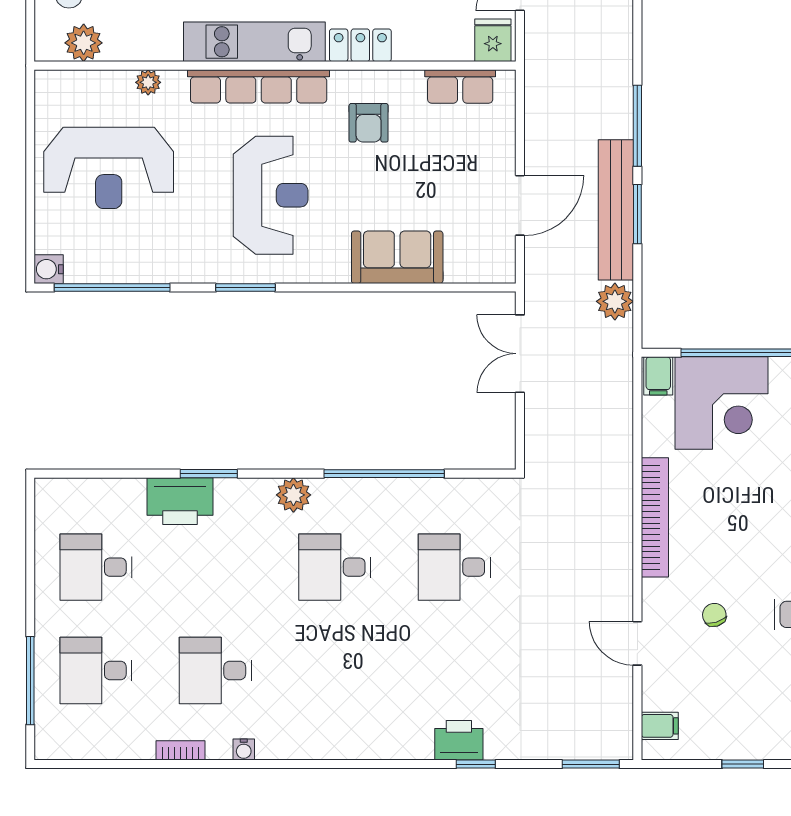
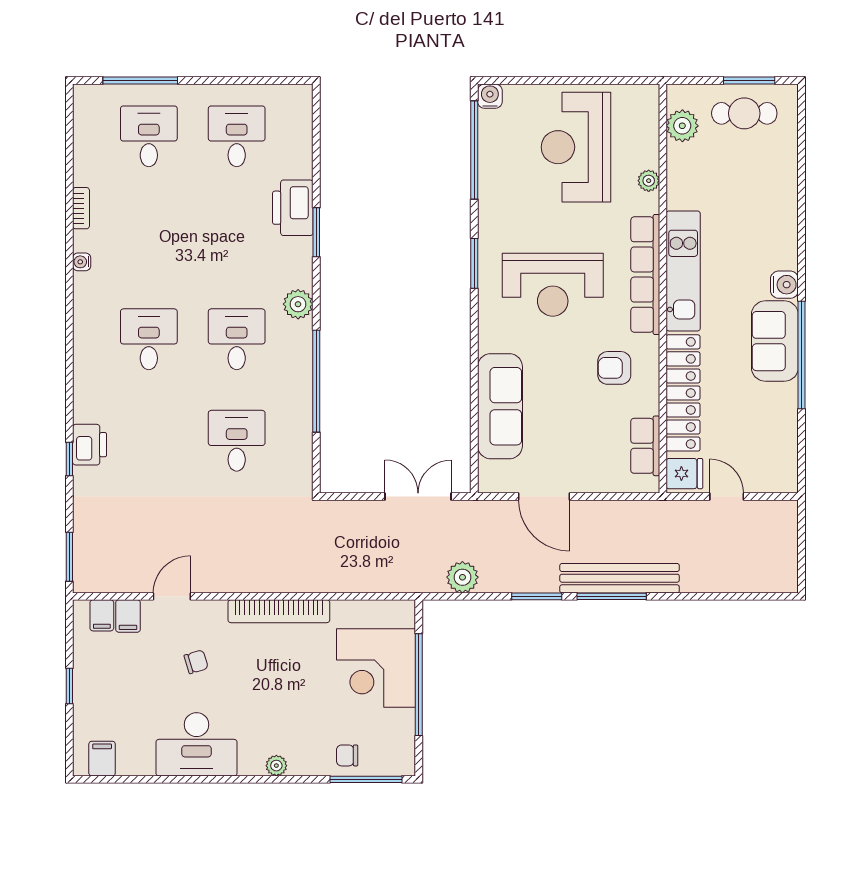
locker: (360, 45) -> (683, 393), width x2.16, depth x1.21
bench: (616, 210) -> (620, 578), moved
sofa: (397, 257) -> (500, 406), width x1.36
filing cabinet: (658, 376) -> (128, 616), moved, turned -90
desk: (215, 670) -> (149, 339), moved

